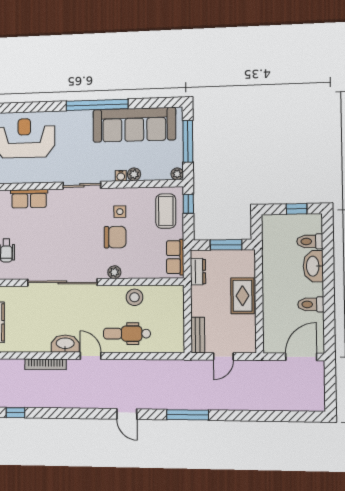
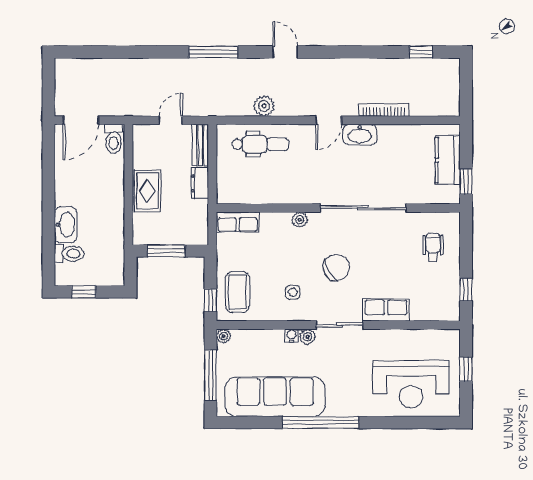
plant: (134, 174) -> (308, 337), moved
row of seats: (29, 199) -> (386, 310), moved
chair: (115, 237) -> (336, 267), moved, turned 151
row of seats: (175, 257) -> (238, 222), moved, turned 90
dresser: (198, 272) -> (200, 183), moved
stool: (135, 297) -> (275, 190), removed
toilet: (311, 304) -> (114, 139), moved, turned 90
dental chair: (127, 334) -> (260, 144), moved
door: (91, 356) -> (329, 120), hinge flipped
plant: (144, 368) -> (264, 106), added

